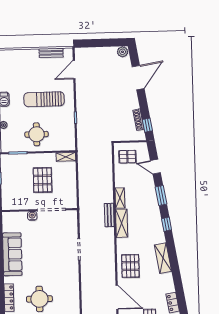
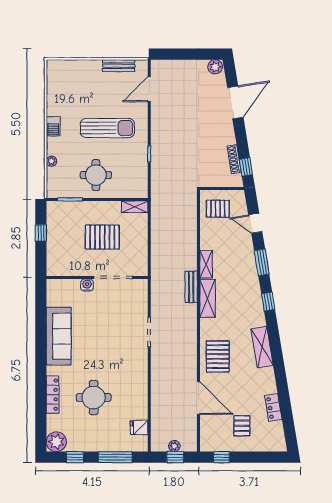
sun lounger: (44, 99) -> (107, 128), turned 180
pallet: (43, 180) -> (102, 237), turned 90

